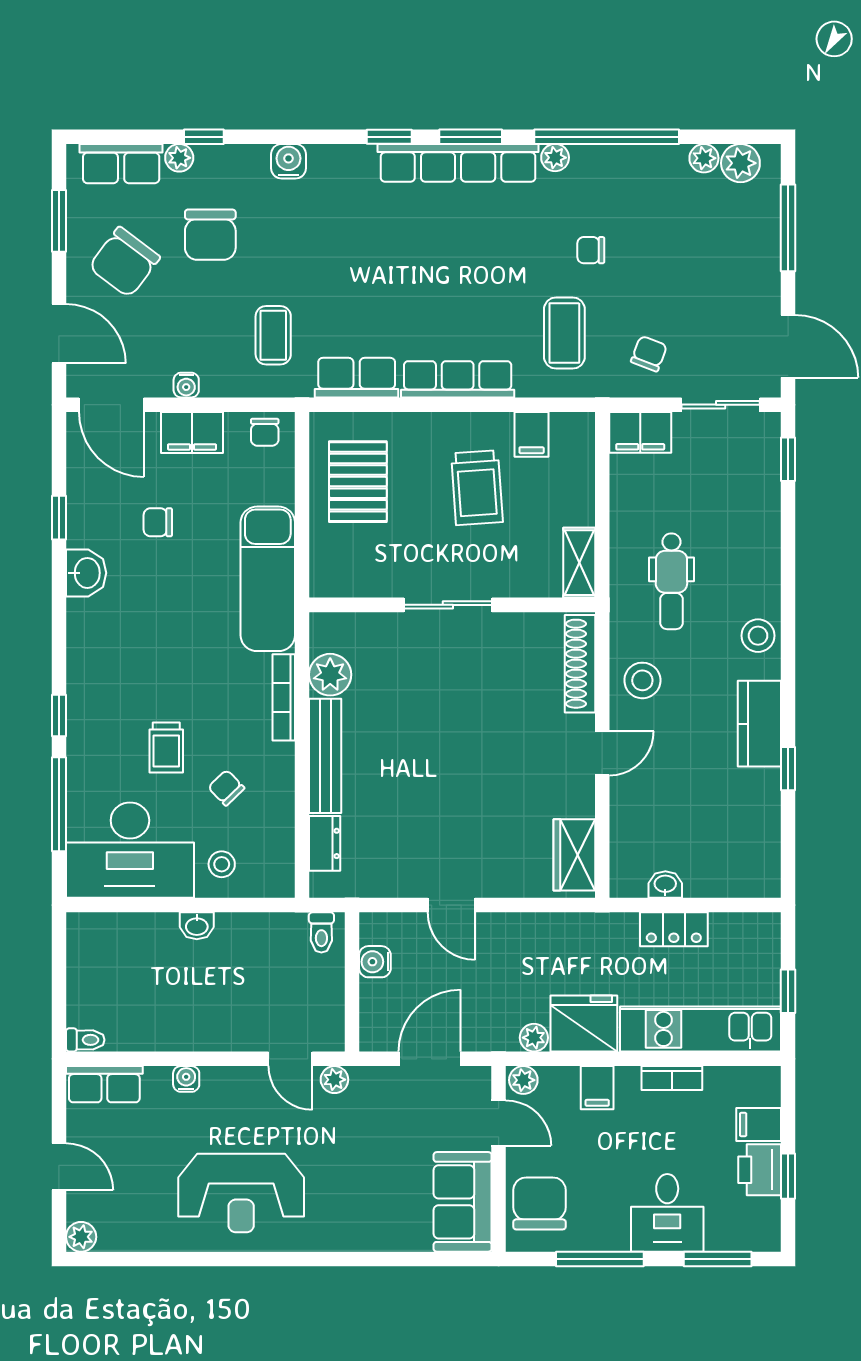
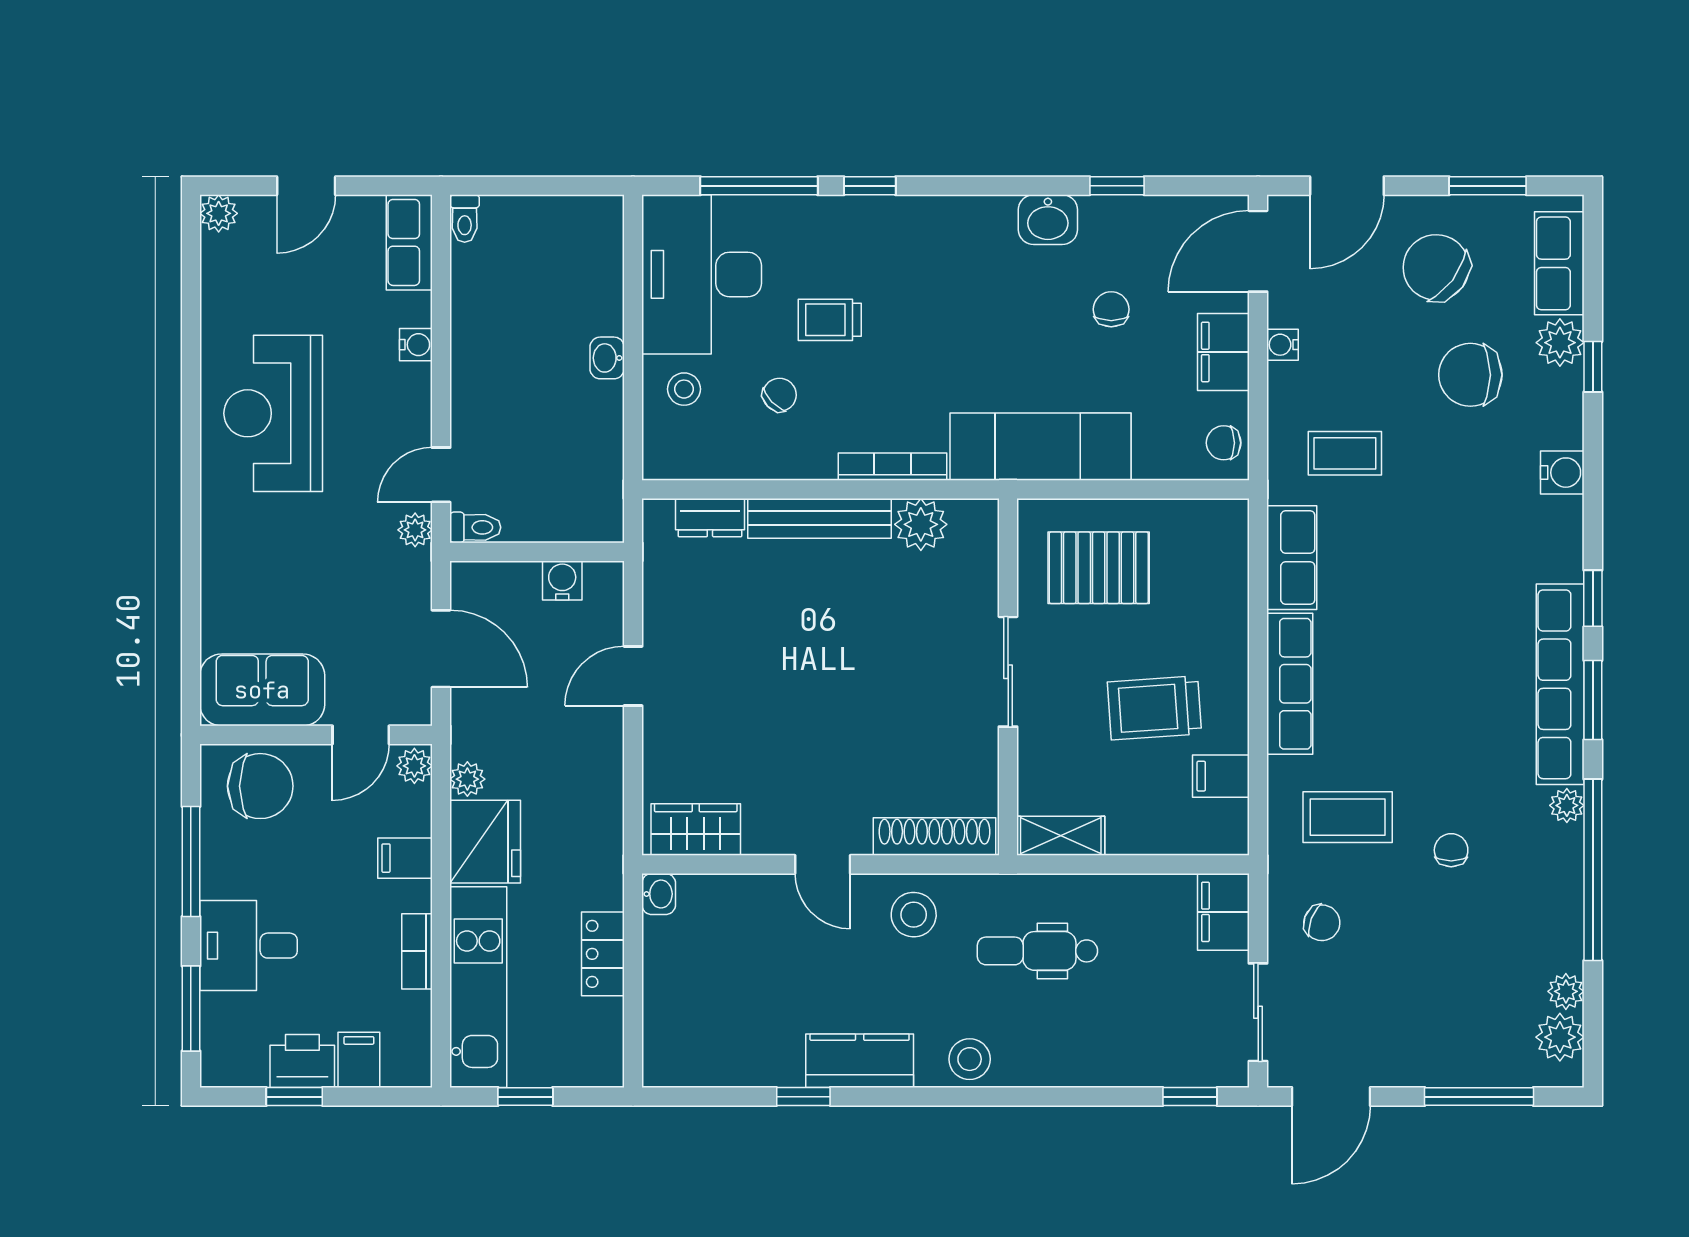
plant: (179, 158) -> (1560, 343), width x1.38, depth x1.38
pallet: (358, 482) -> (1099, 568), moved
washbasin: (665, 885) -> (659, 894), moved
toilet: (321, 932) -> (475, 527), moved, turned 180

